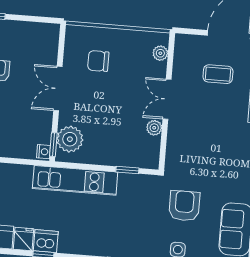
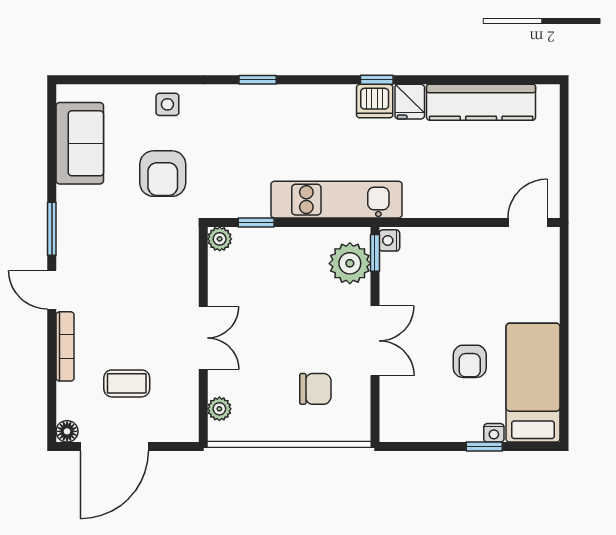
plant: (154, 128) -> (220, 239), moved

